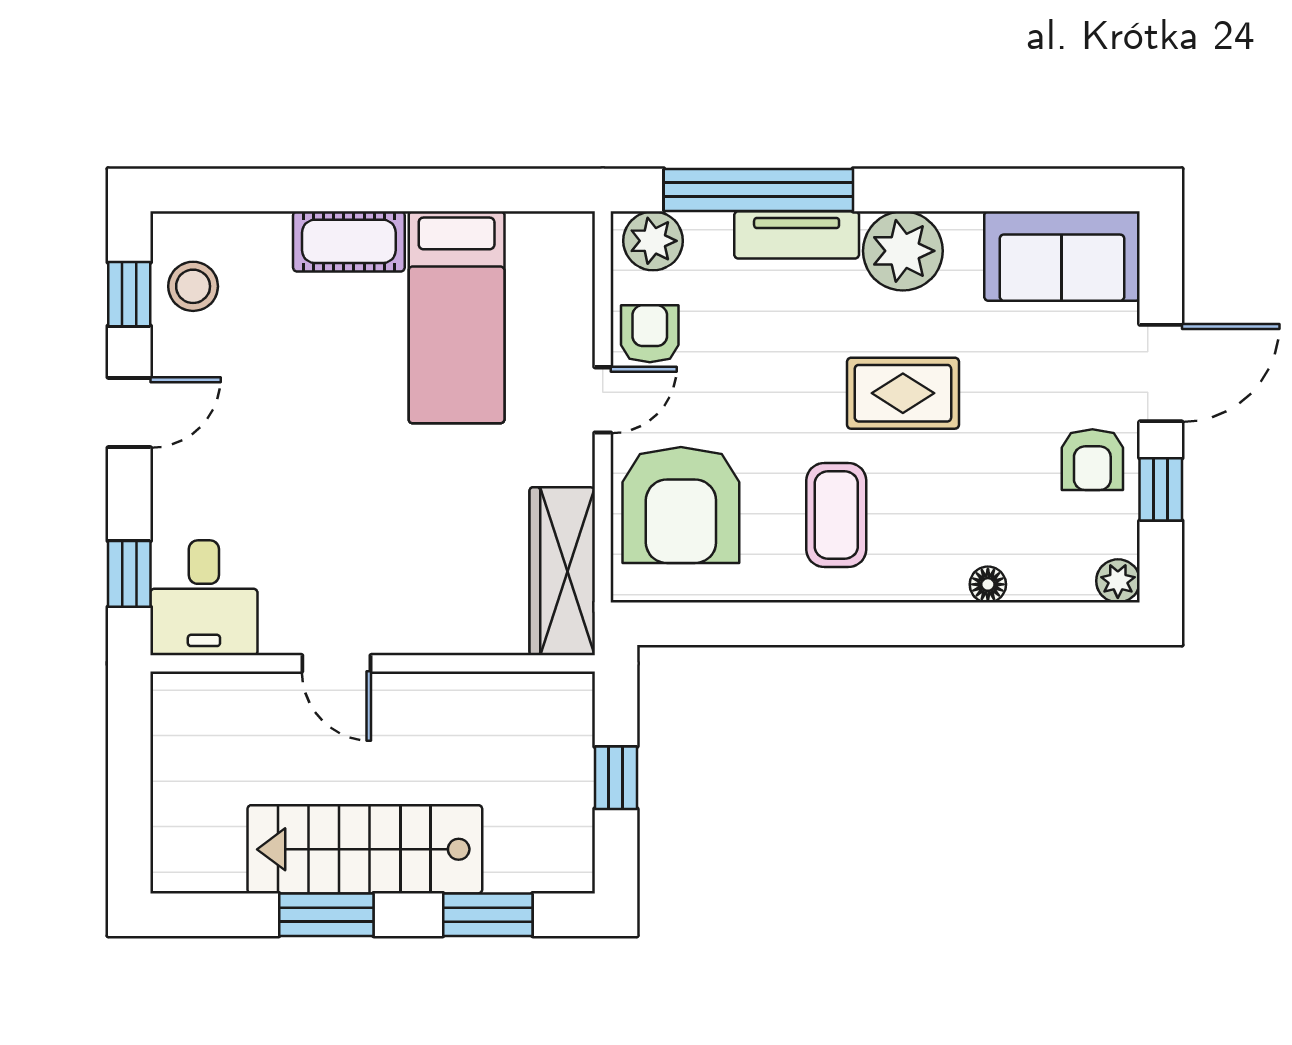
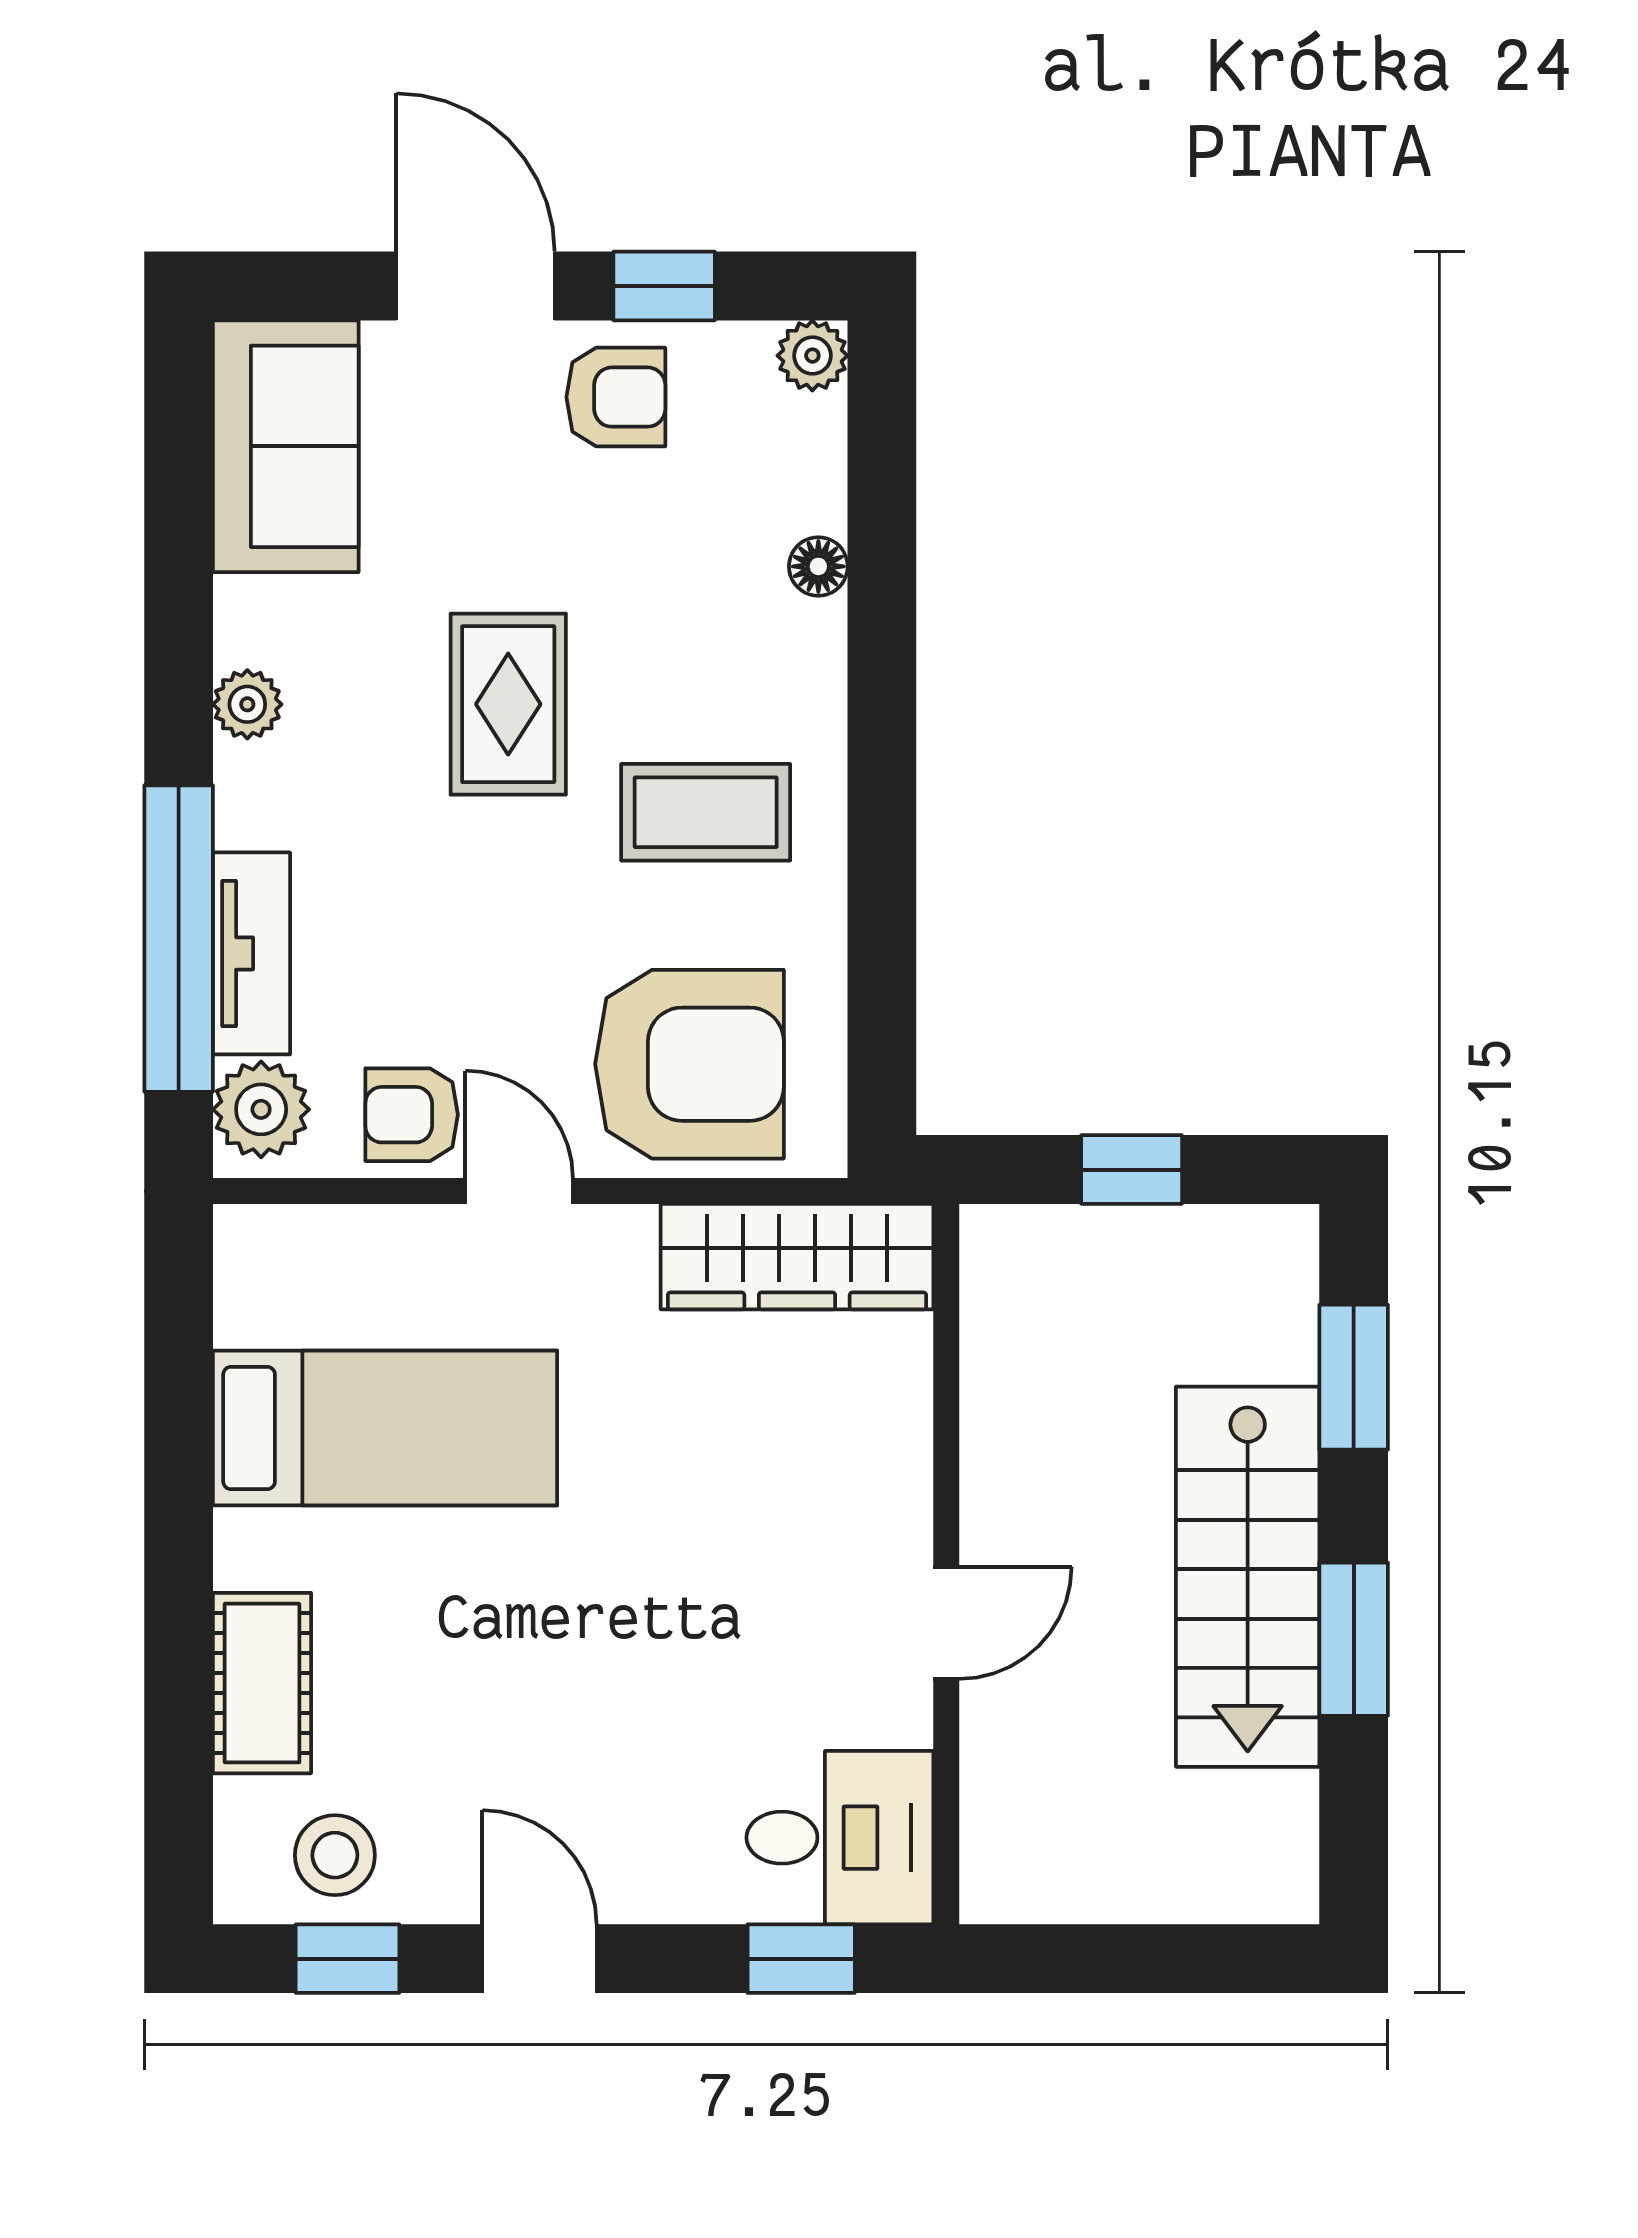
tv unit: (797, 235) -> (251, 953), moved
cot: (349, 241) -> (262, 1683), moved
plant: (903, 251) -> (247, 704), width x0.53, depth x0.53

